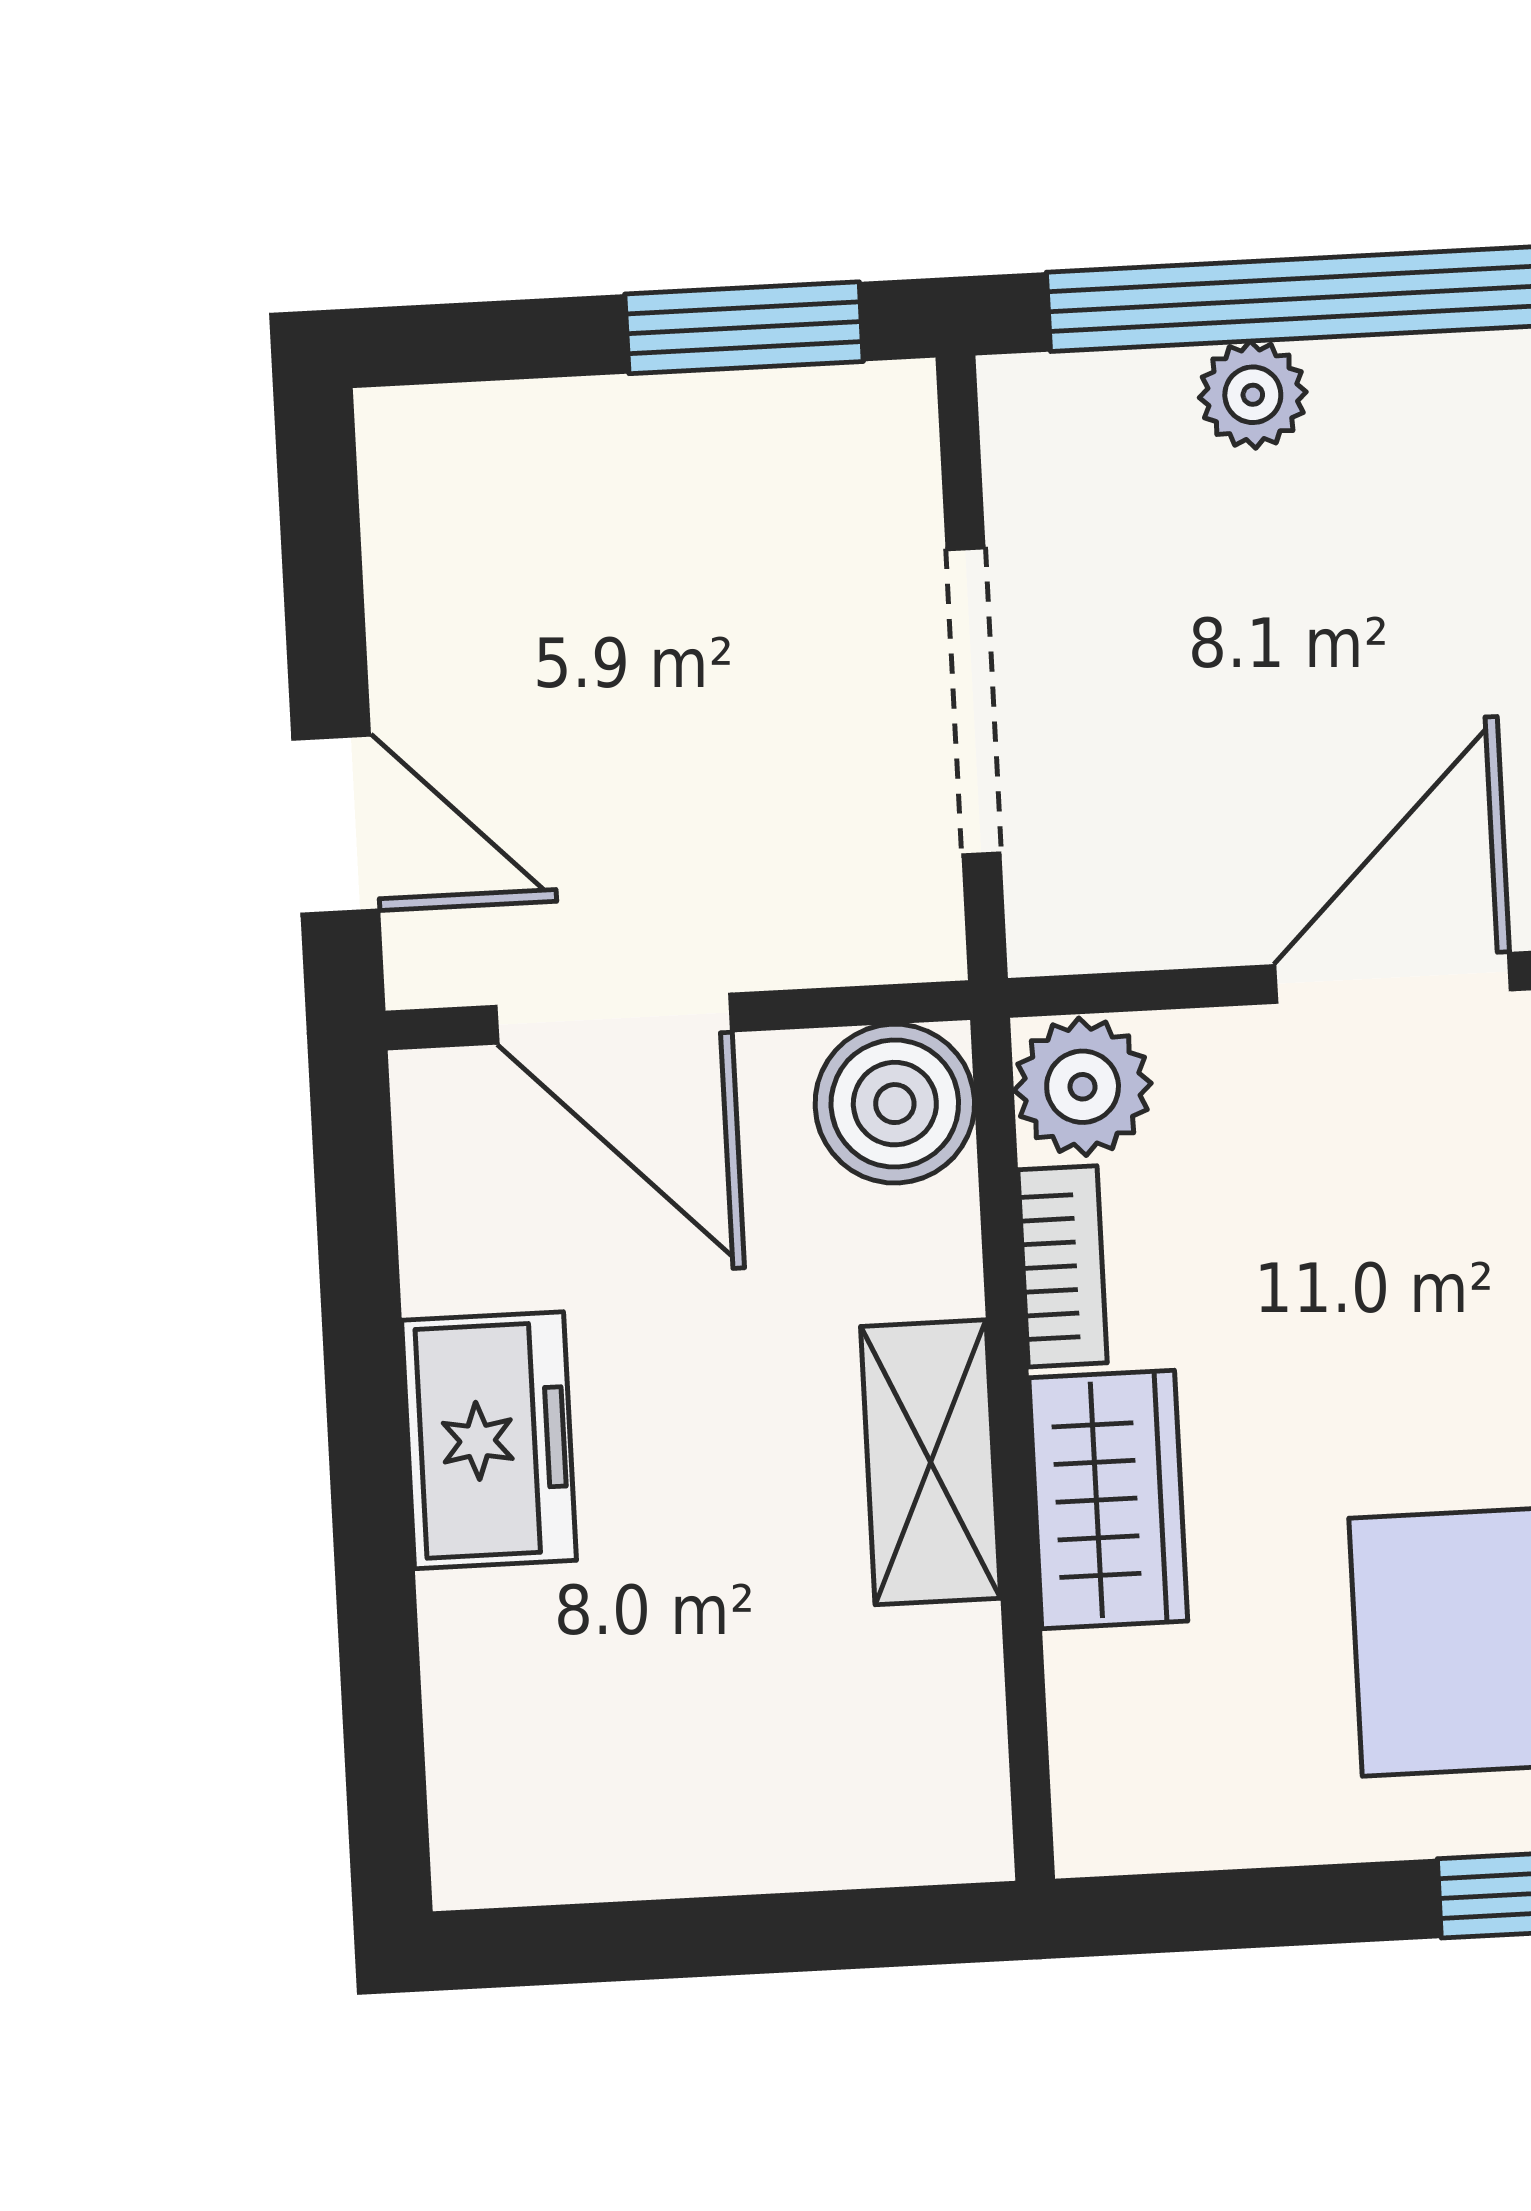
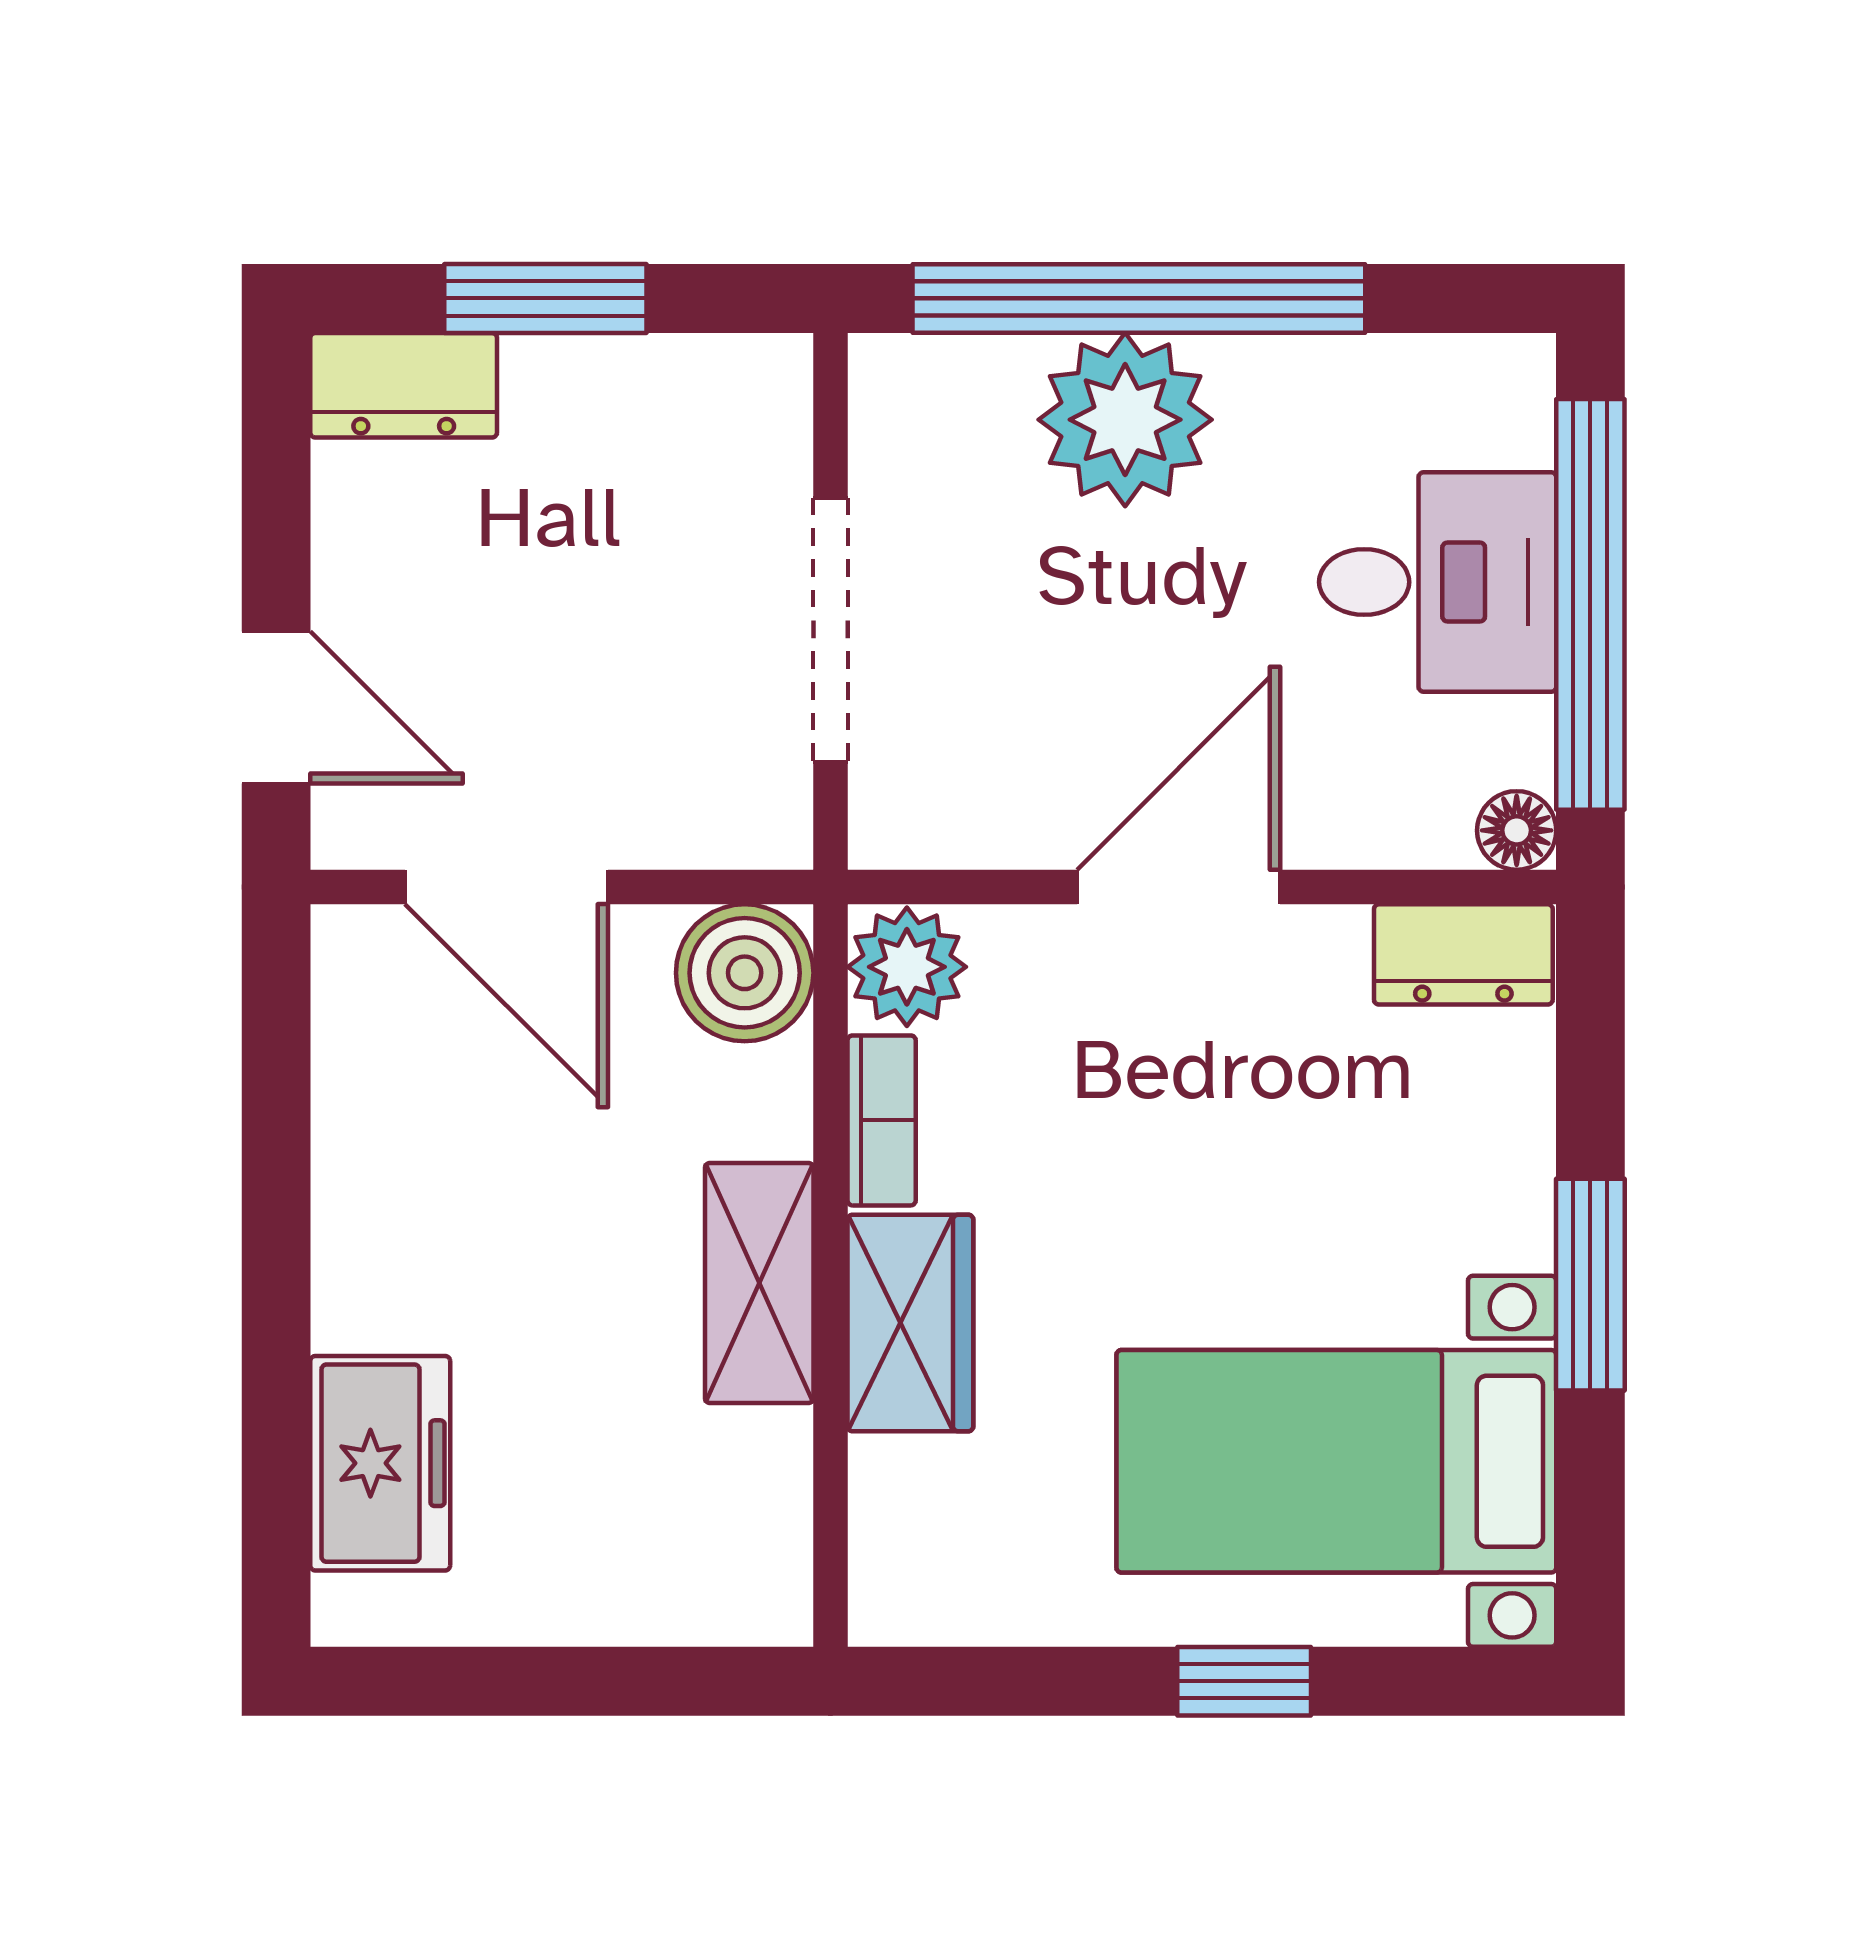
window: (744, 328) -> (545, 298), moved
plant: (1253, 395) -> (1125, 420), width x1.87, depth x1.87
dresser: (464, 443) -> (404, 385), added
freezer: (489, 1440) -> (380, 1463), moved

